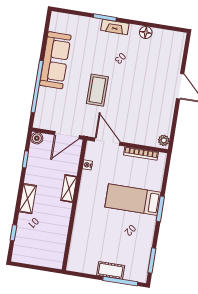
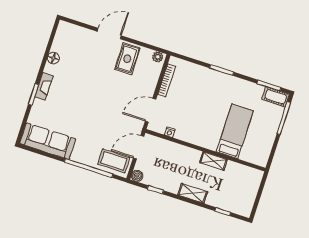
sofa: (55, 60) -> (48, 141), moved
coffee table: (97, 90) -> (114, 161), moved
rug: (157, 109) -> (127, 59), added
door: (67, 135) -> (139, 147), swing flipped
shelving: (69, 188) -> (213, 161), moved
bed: (133, 200) -> (235, 131), moved, turned 180
cot: (111, 270) -> (276, 97), moved, turned 90

